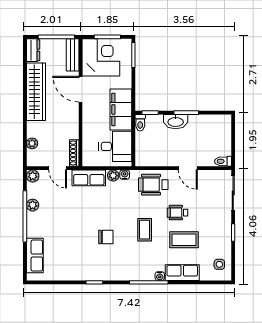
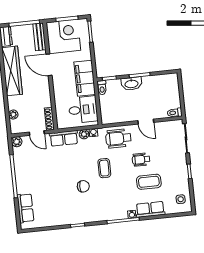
plant: (33, 205) -> (19, 166), removed
coffee table: (145, 230) -> (104, 168), moved

